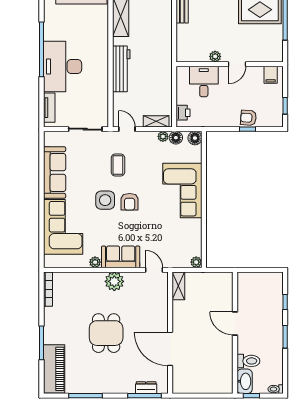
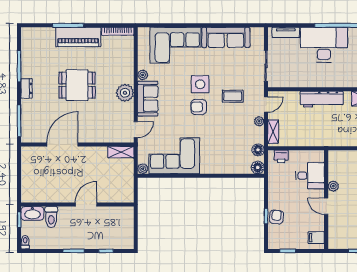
plant: (163, 136) -> (259, 121), moved
corner sofa: (182, 191) -> (174, 156), moved
piano: (54, 369) -> (78, 37), moved
dresser: (146, 388) -> (27, 88), moved

